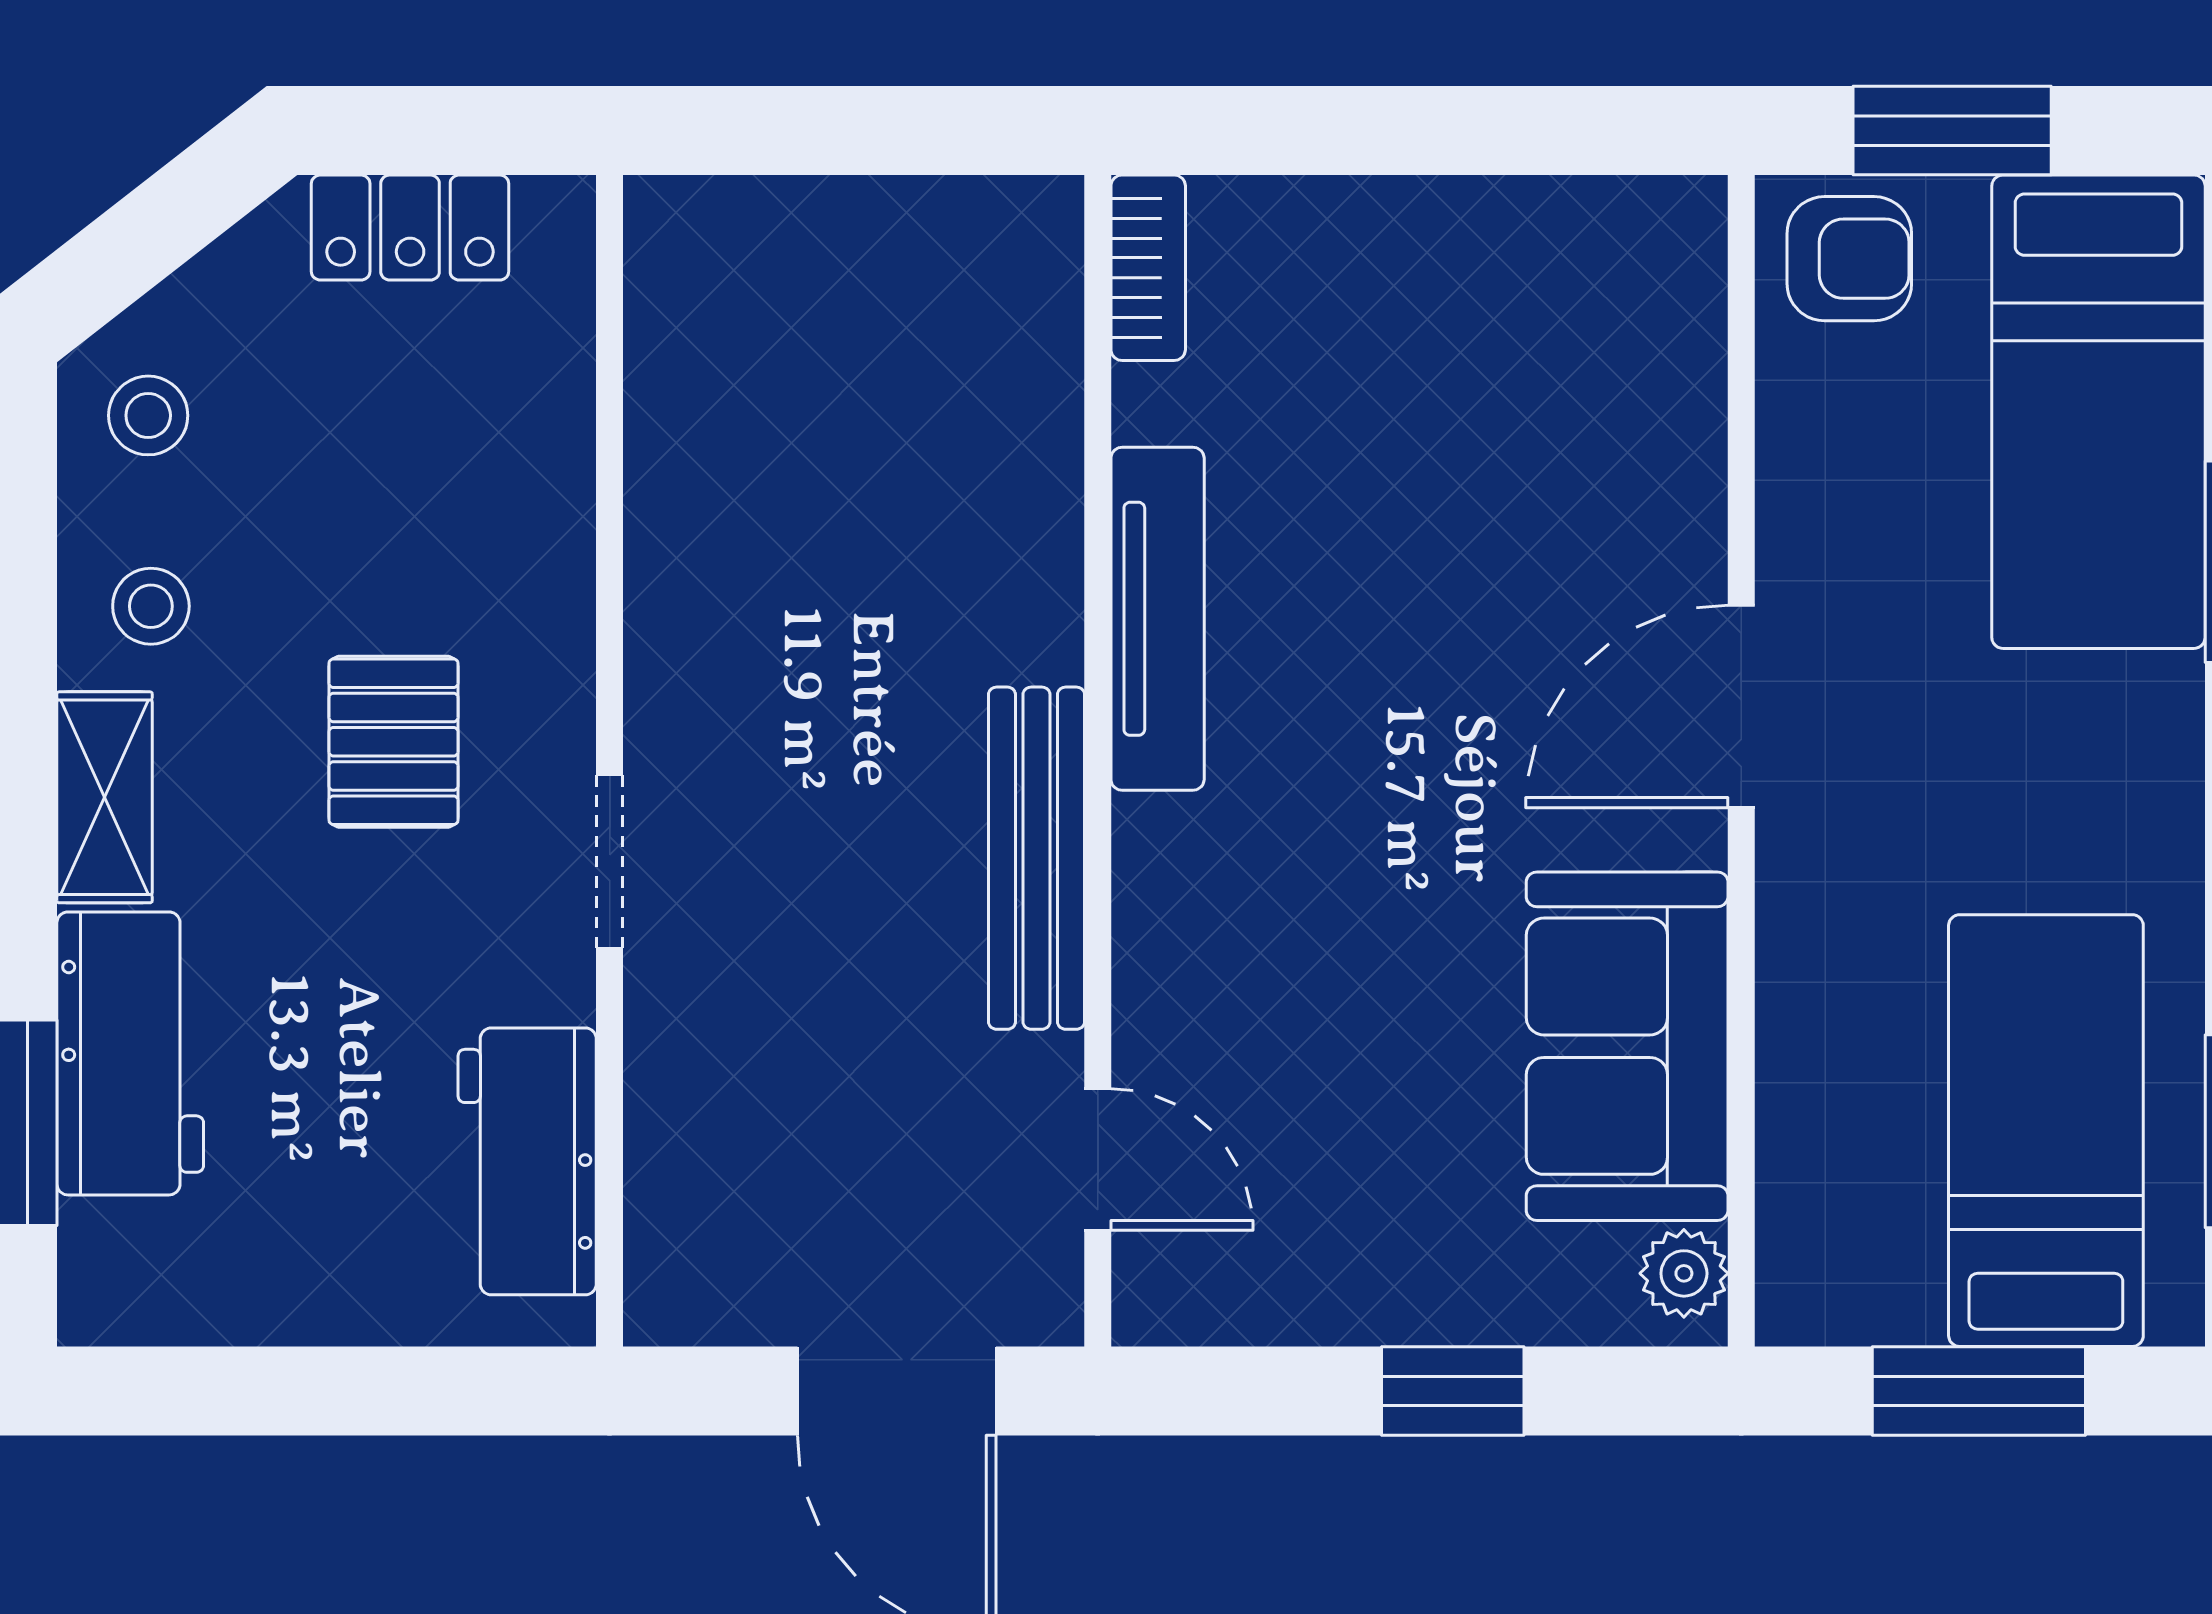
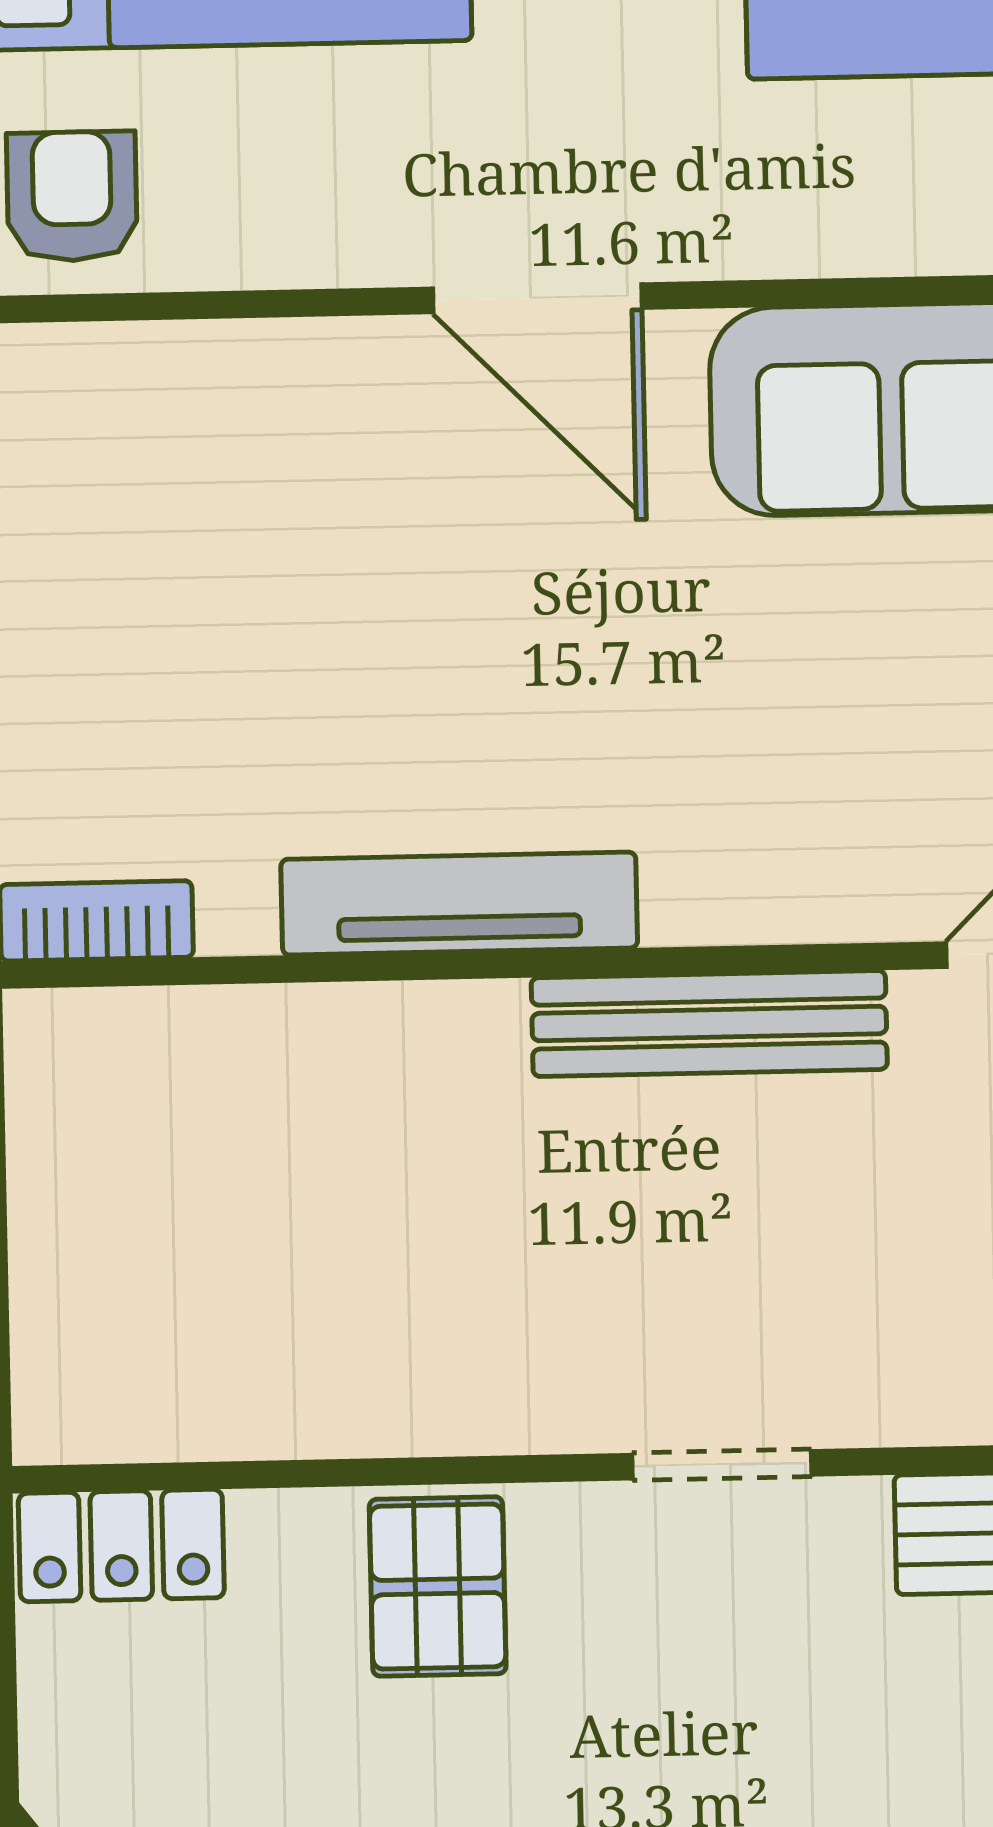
locker: (410, 228) -> (121, 1546), moved, turned 90
pallet: (393, 742) -> (438, 1586), moved, turned 90

